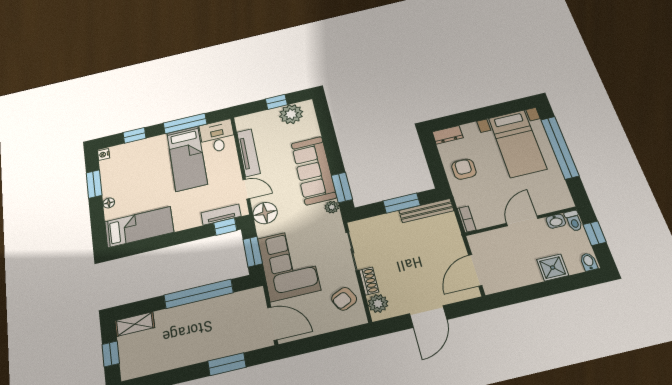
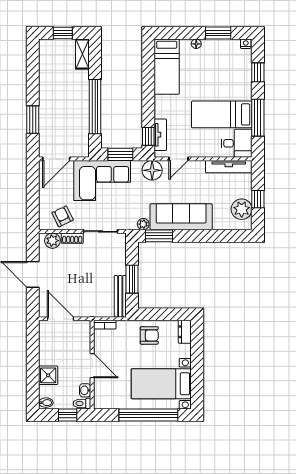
tv unit: (248, 153) -> (229, 167), moved

